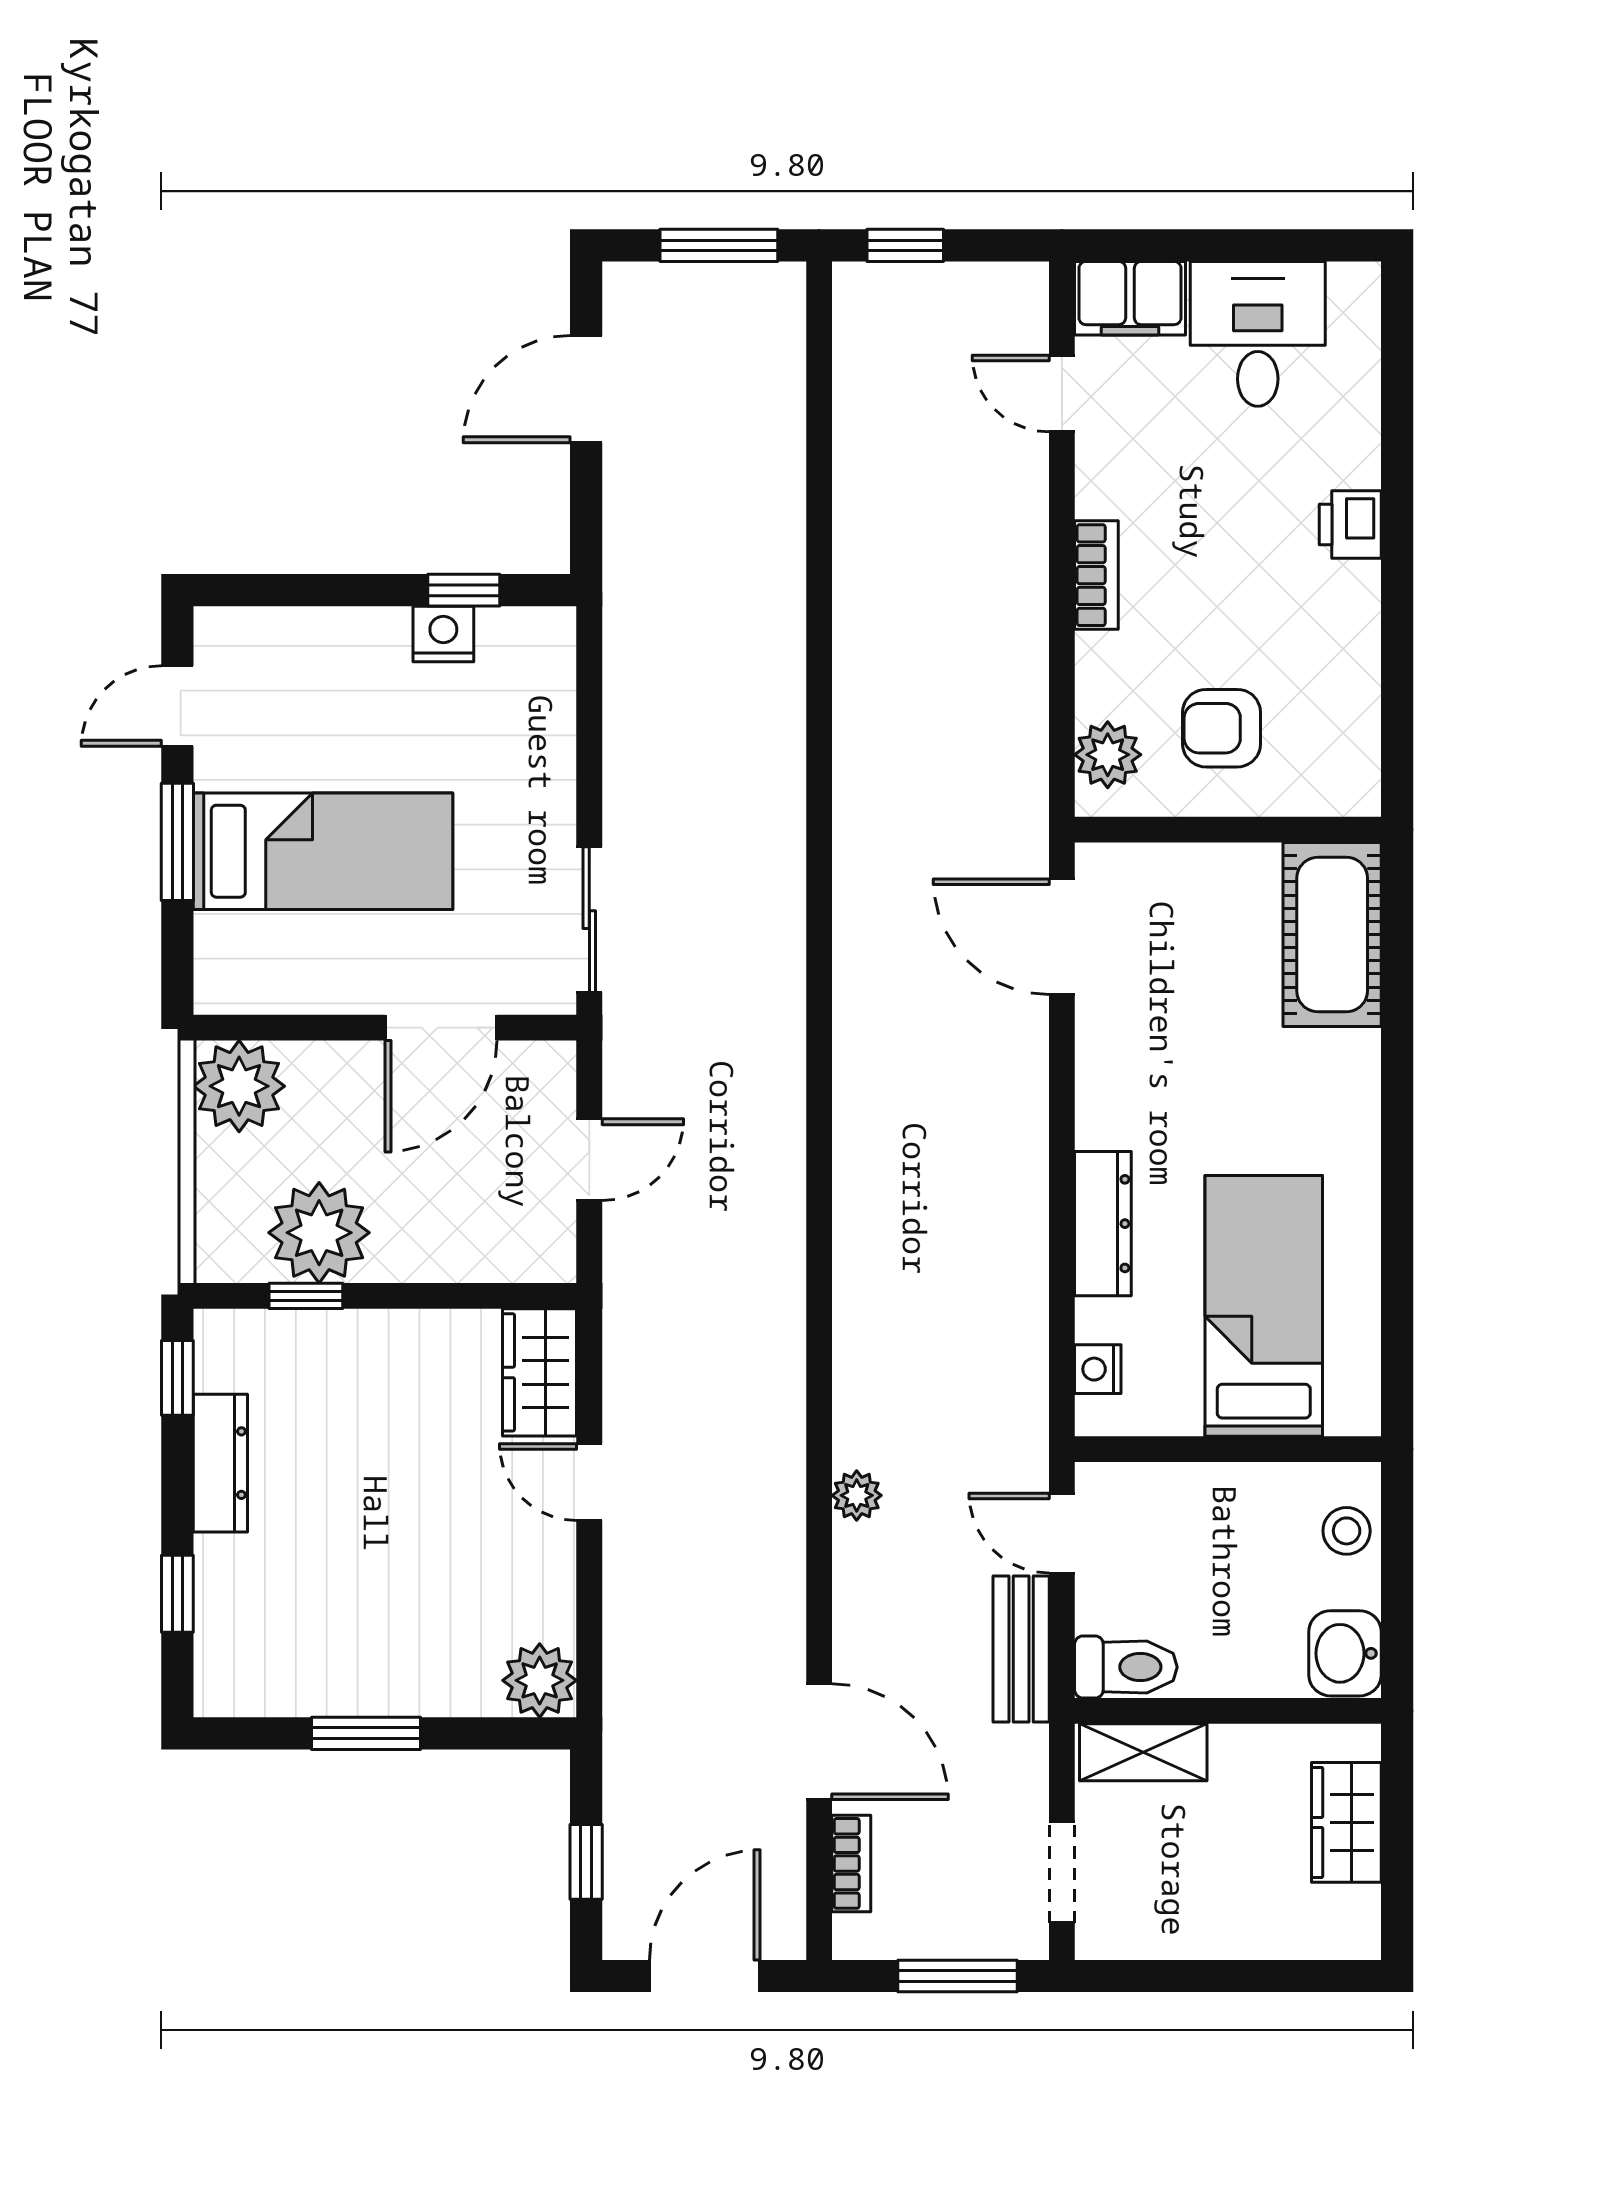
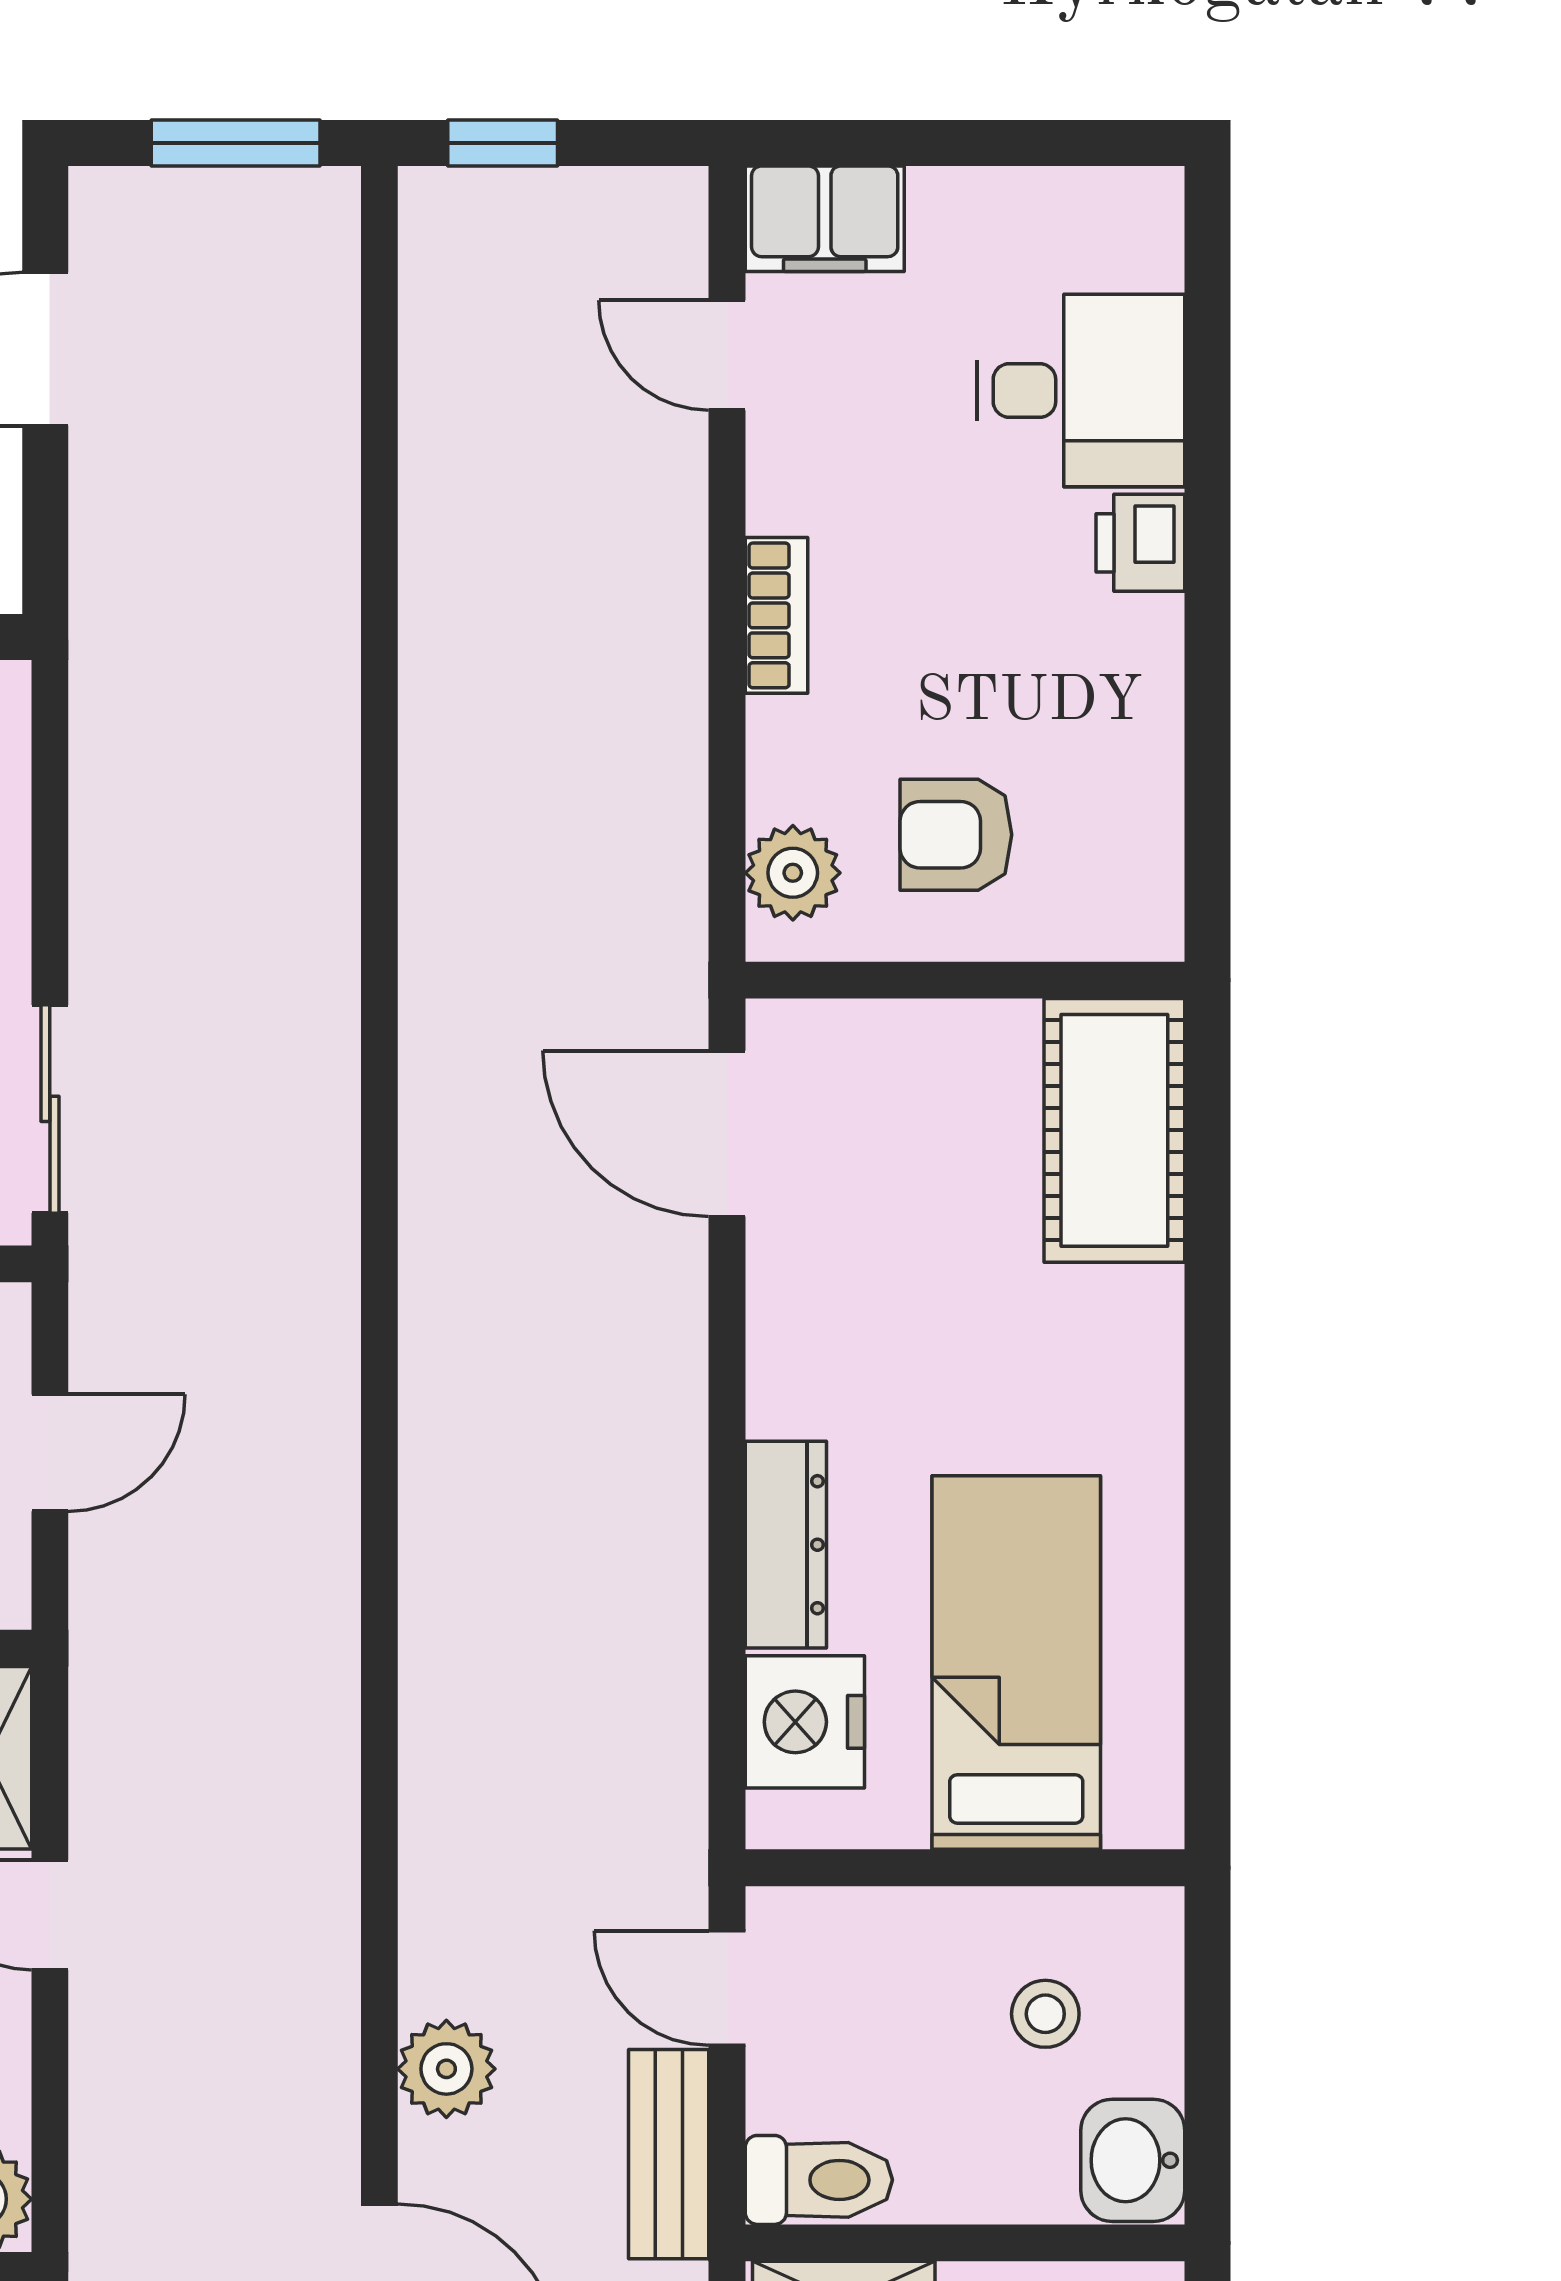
desk: (1258, 334) -> (1081, 390), moved, turned 90
nightstand: (1098, 1369) -> (805, 1722), width x1.89, depth x1.79
plant: (857, 1495) -> (446, 2069), moved, width x1.38, depth x1.38
stool: (1347, 1531) -> (1045, 2014), moved

